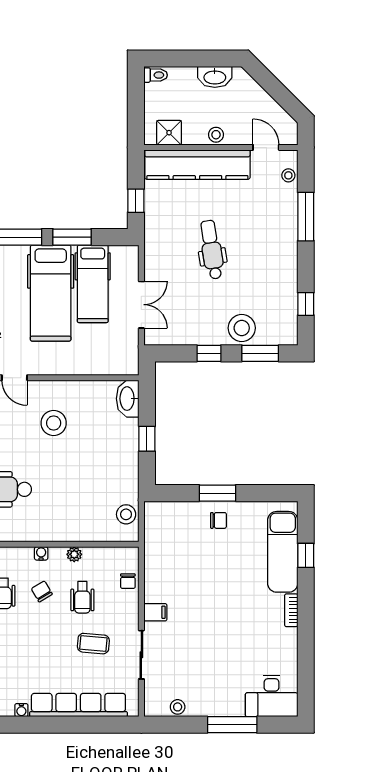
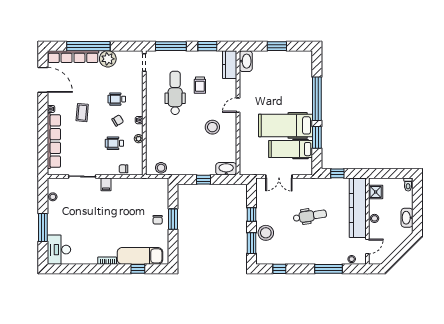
coffee table: (93, 644) -> (82, 113), moved

